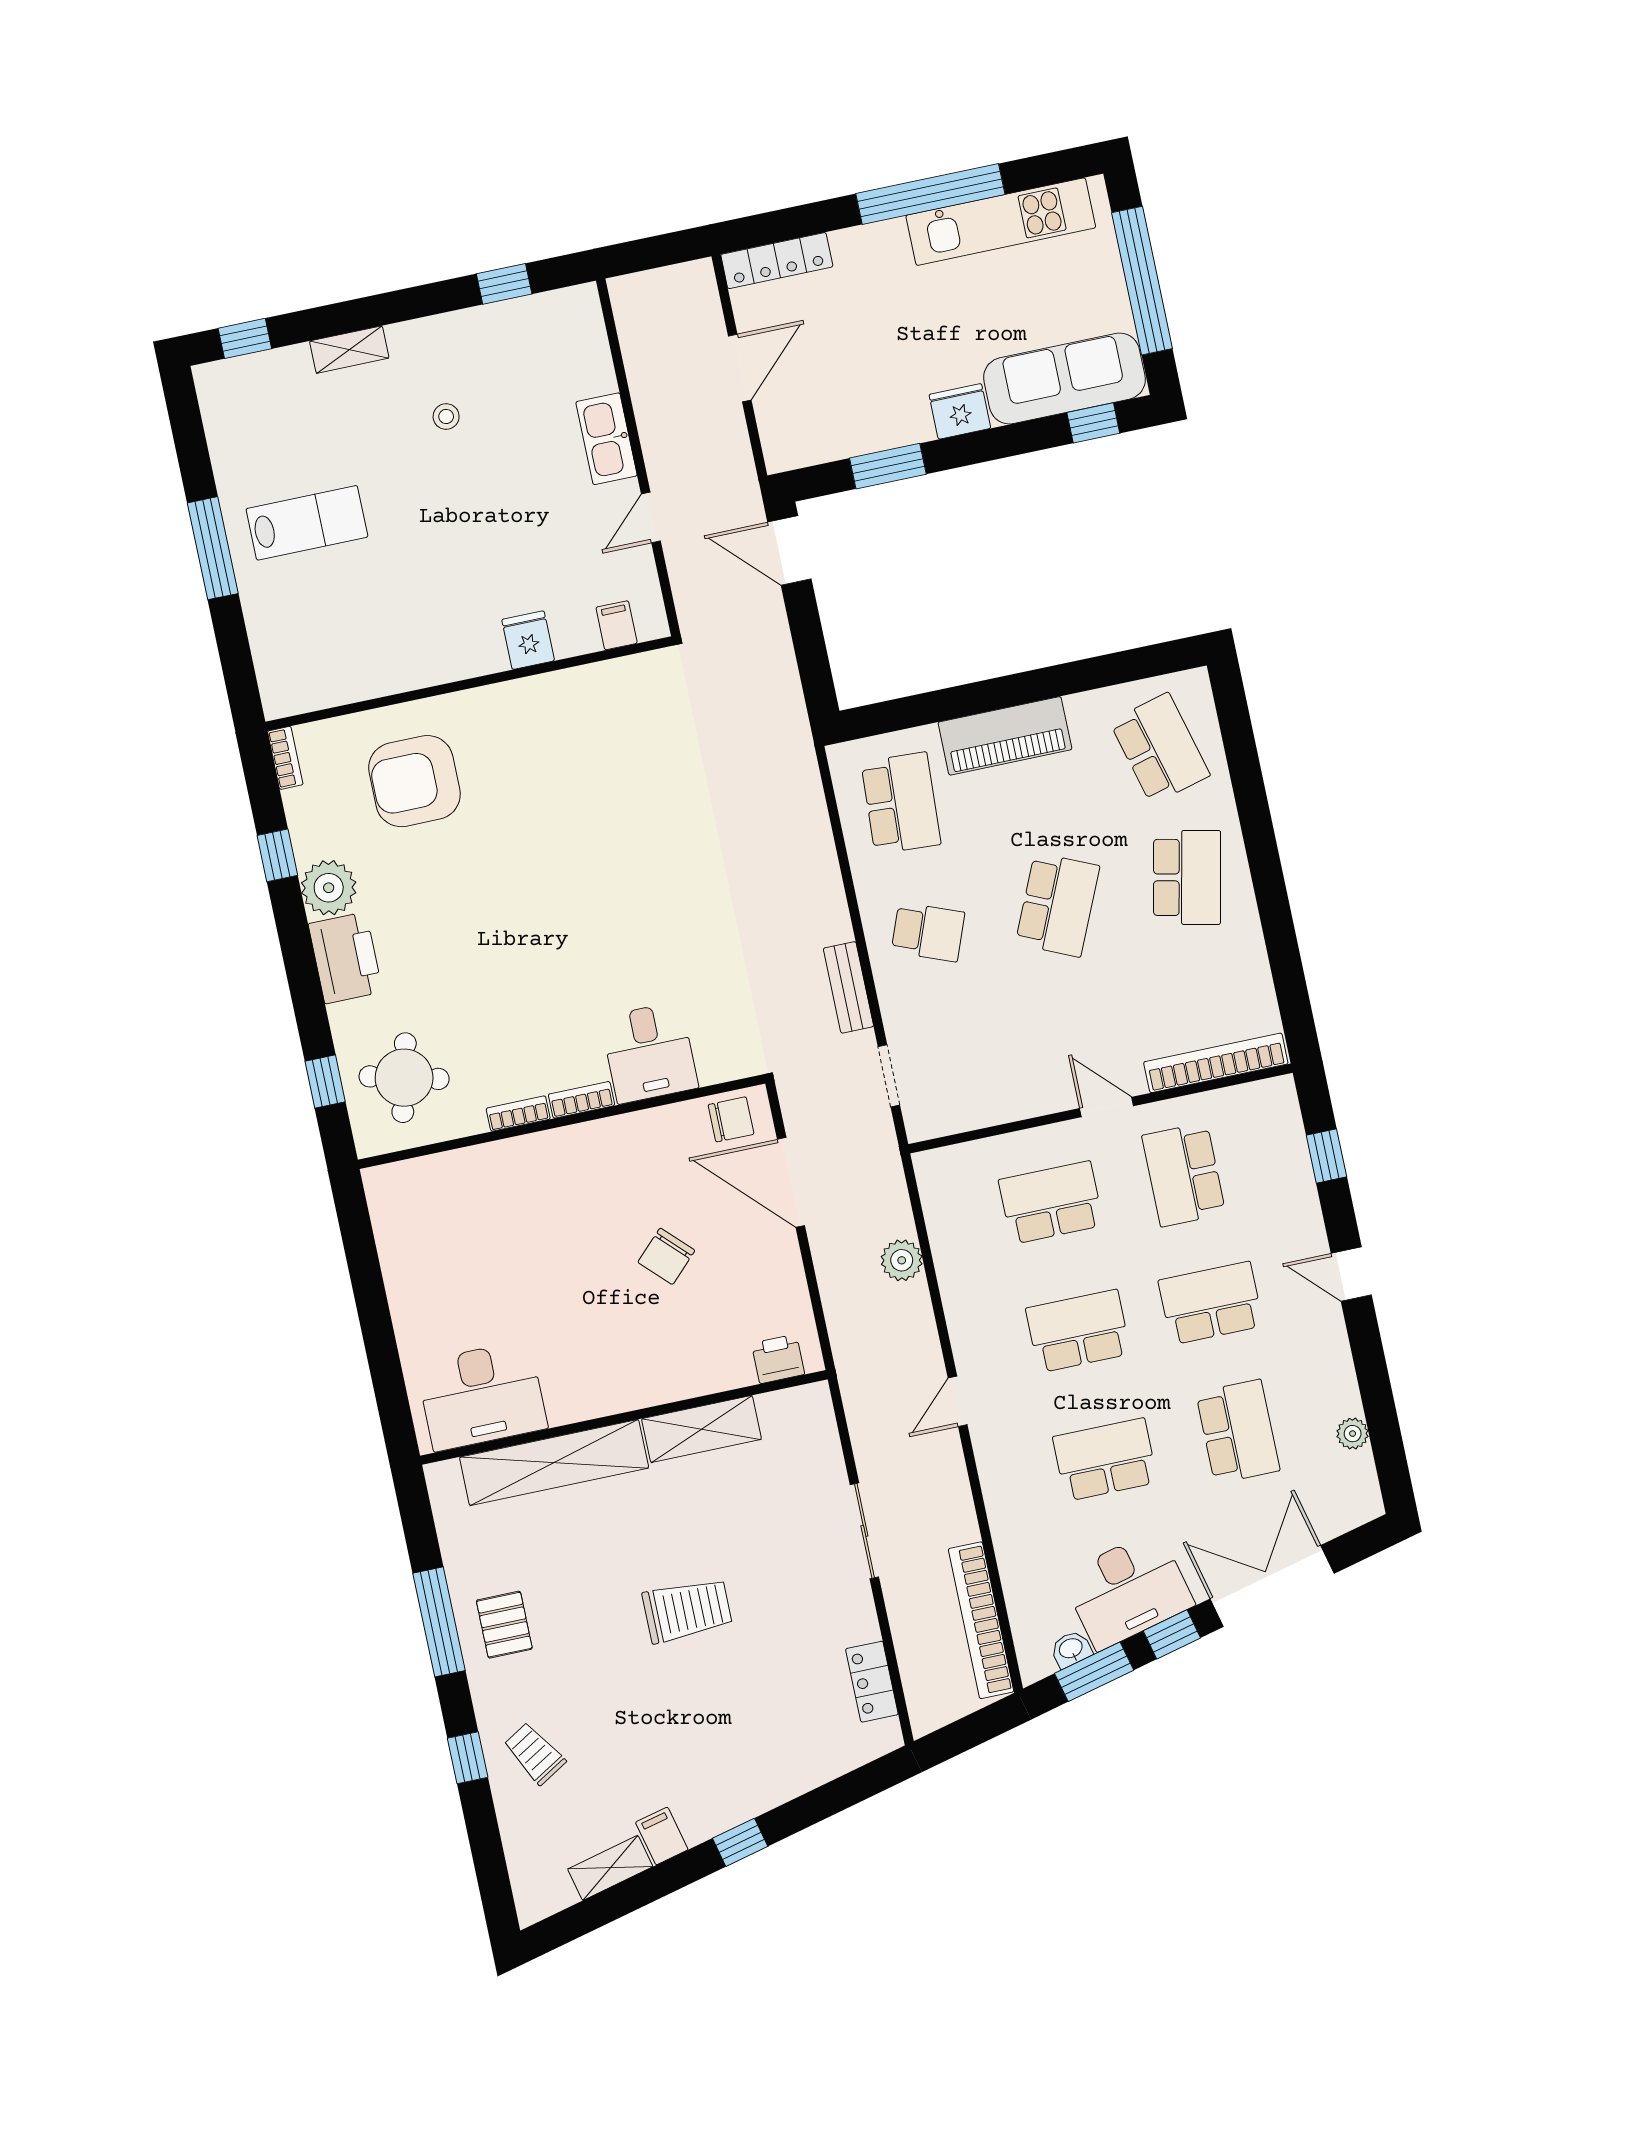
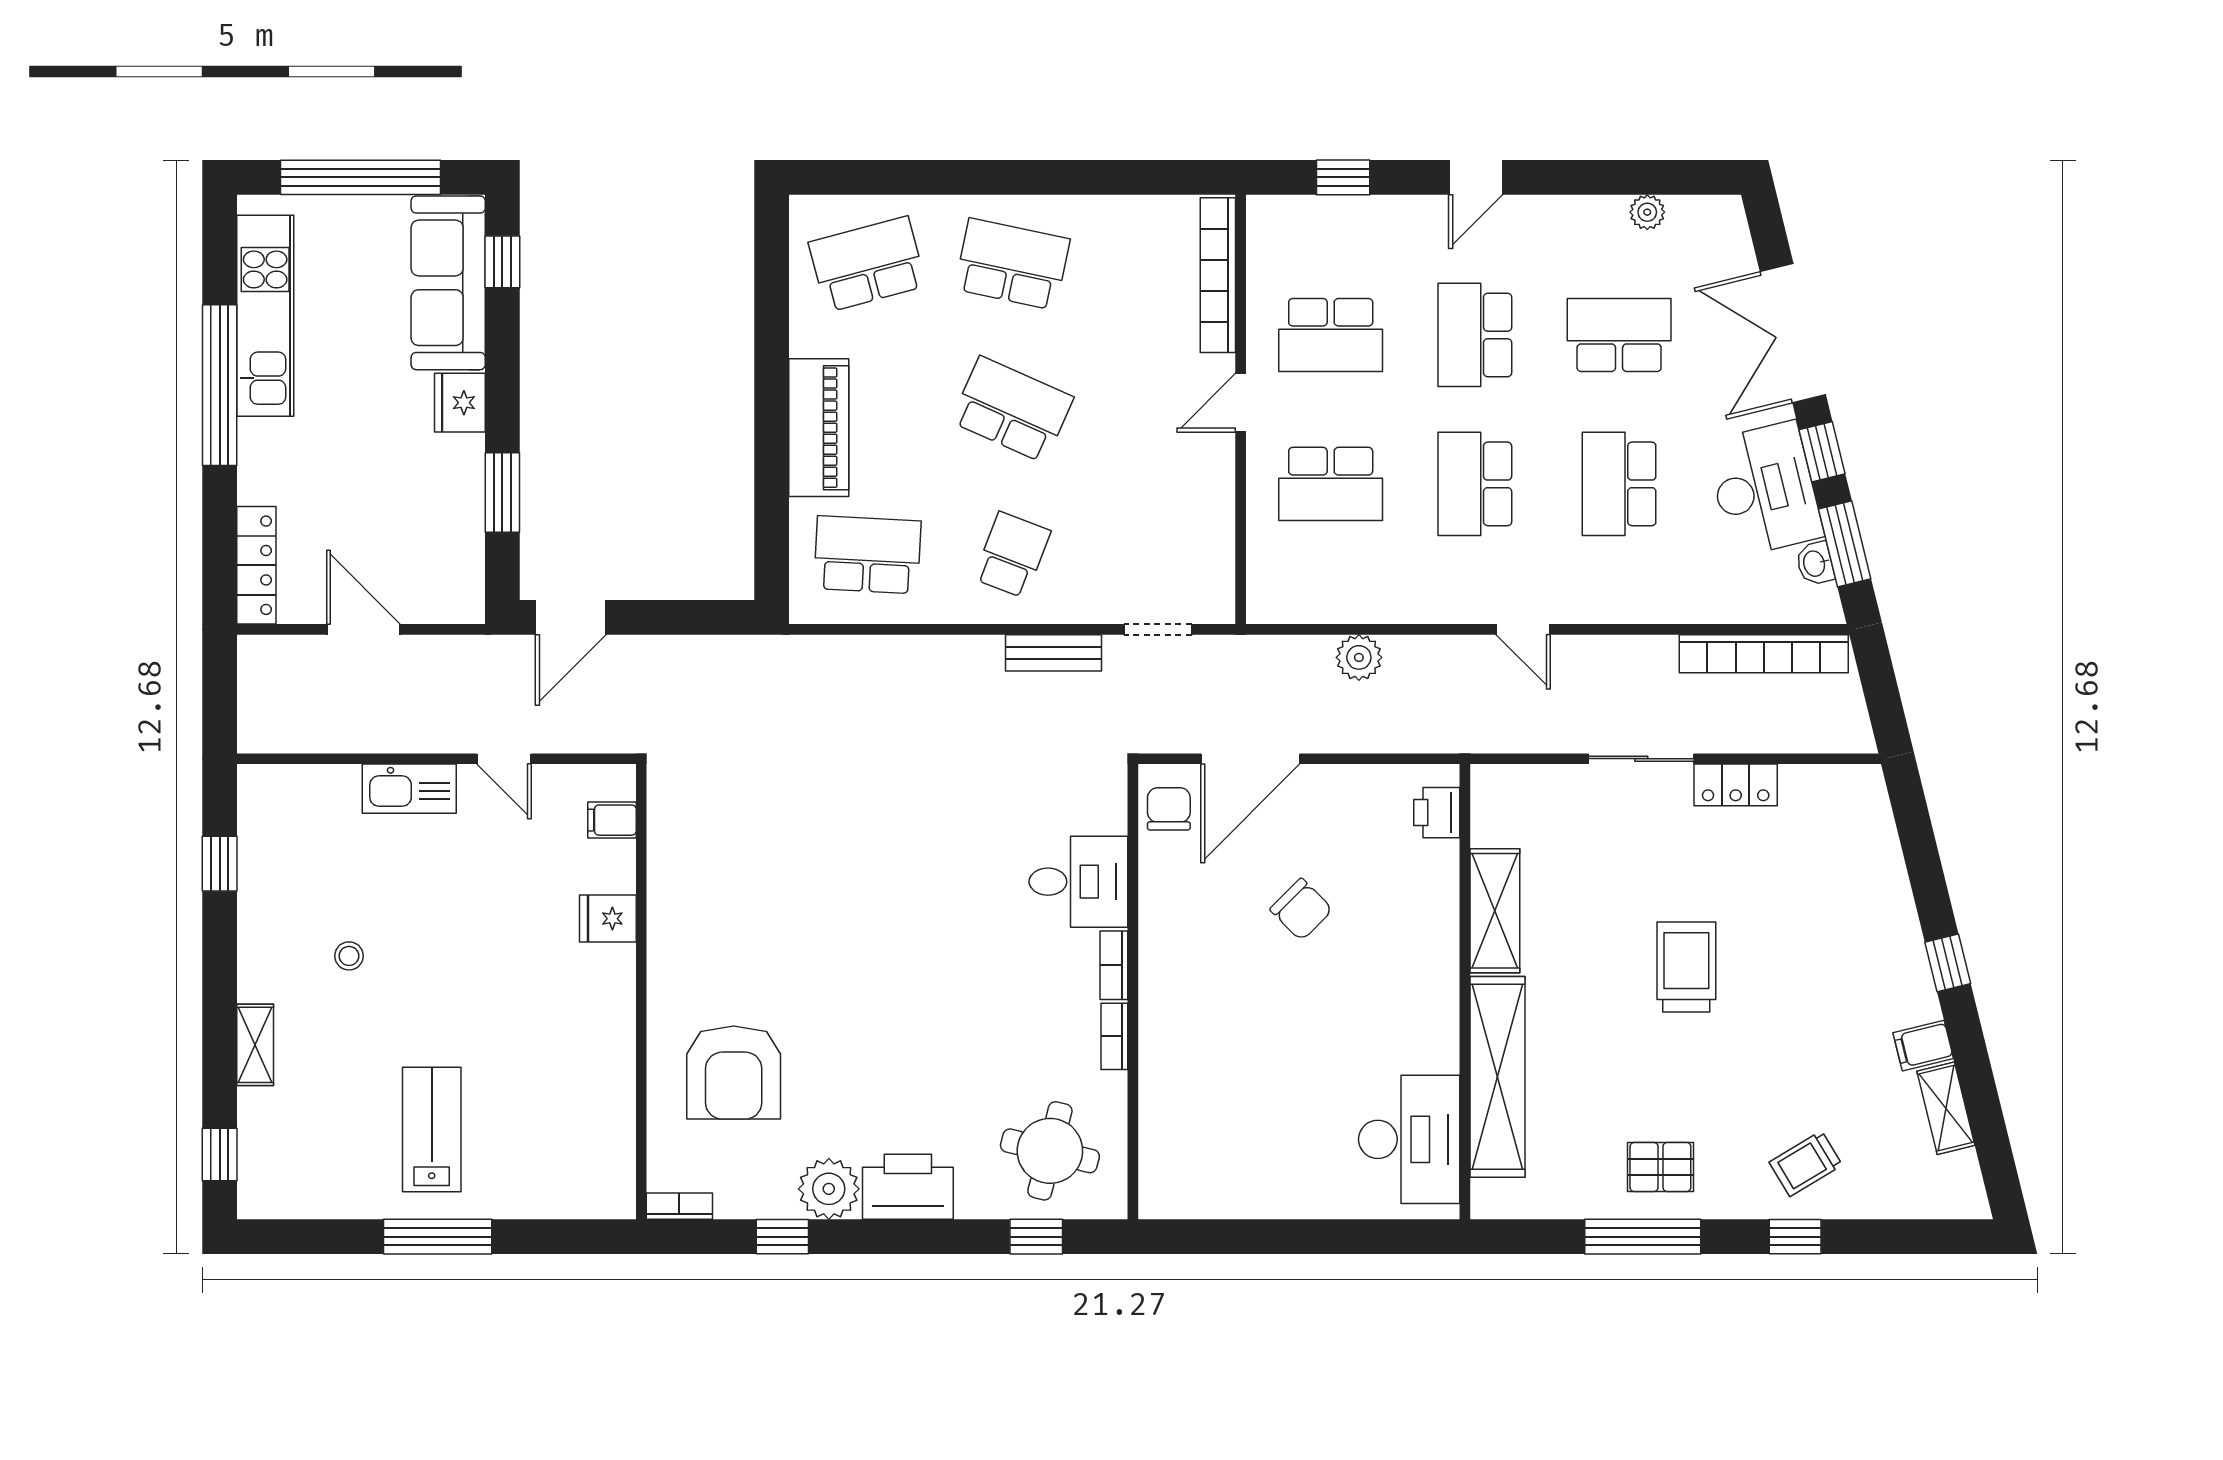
school desk: (1051, 1203) -> (1331, 484), turned -90
locker: (872, 1682) -> (1736, 785), moved

